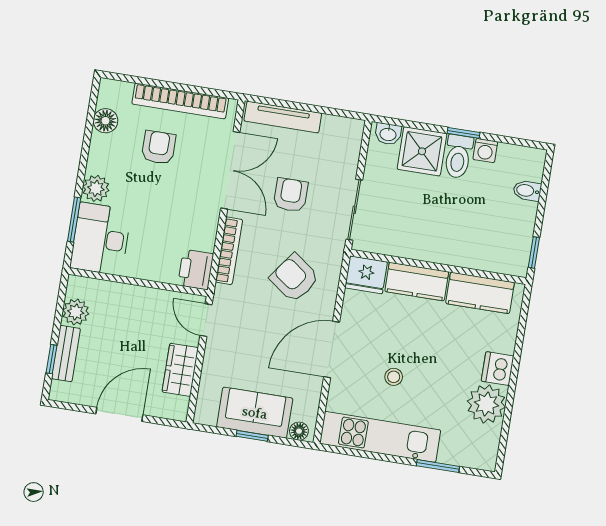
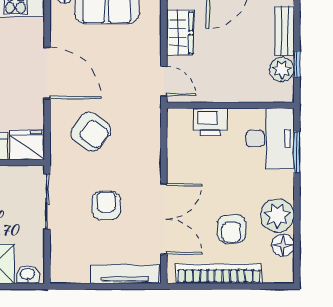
double door: (230, 170) -> (164, 219), swing flipped
plant: (96, 188) -> (277, 216), moved, width x1.36, depth x1.36
armchair: (291, 195) -> (106, 206), turned 180
bookcase: (229, 251) -> (153, 147), removed
printer: (196, 270) -> (210, 122), moved, turned 90
door: (332, 349) -> (47, 73), hinge flipped
window: (51, 359) -> (297, 64), moved

